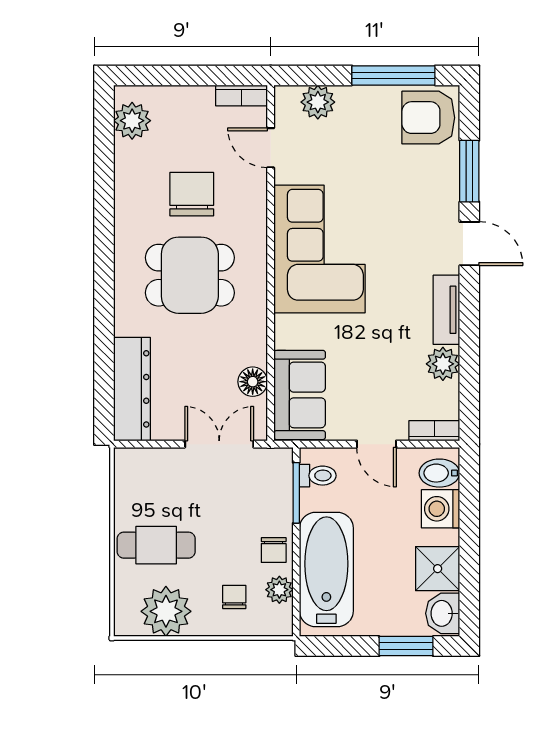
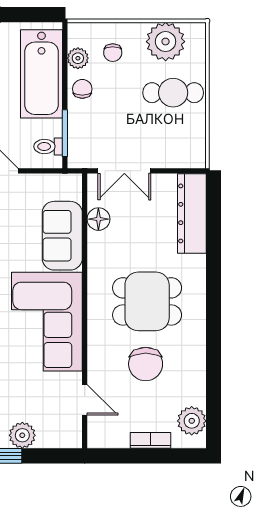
bookcase: (241, 95) -> (150, 440), moved
plant: (318, 102) -> (22, 435), moved
sofa: (300, 395) -> (62, 236), moved

